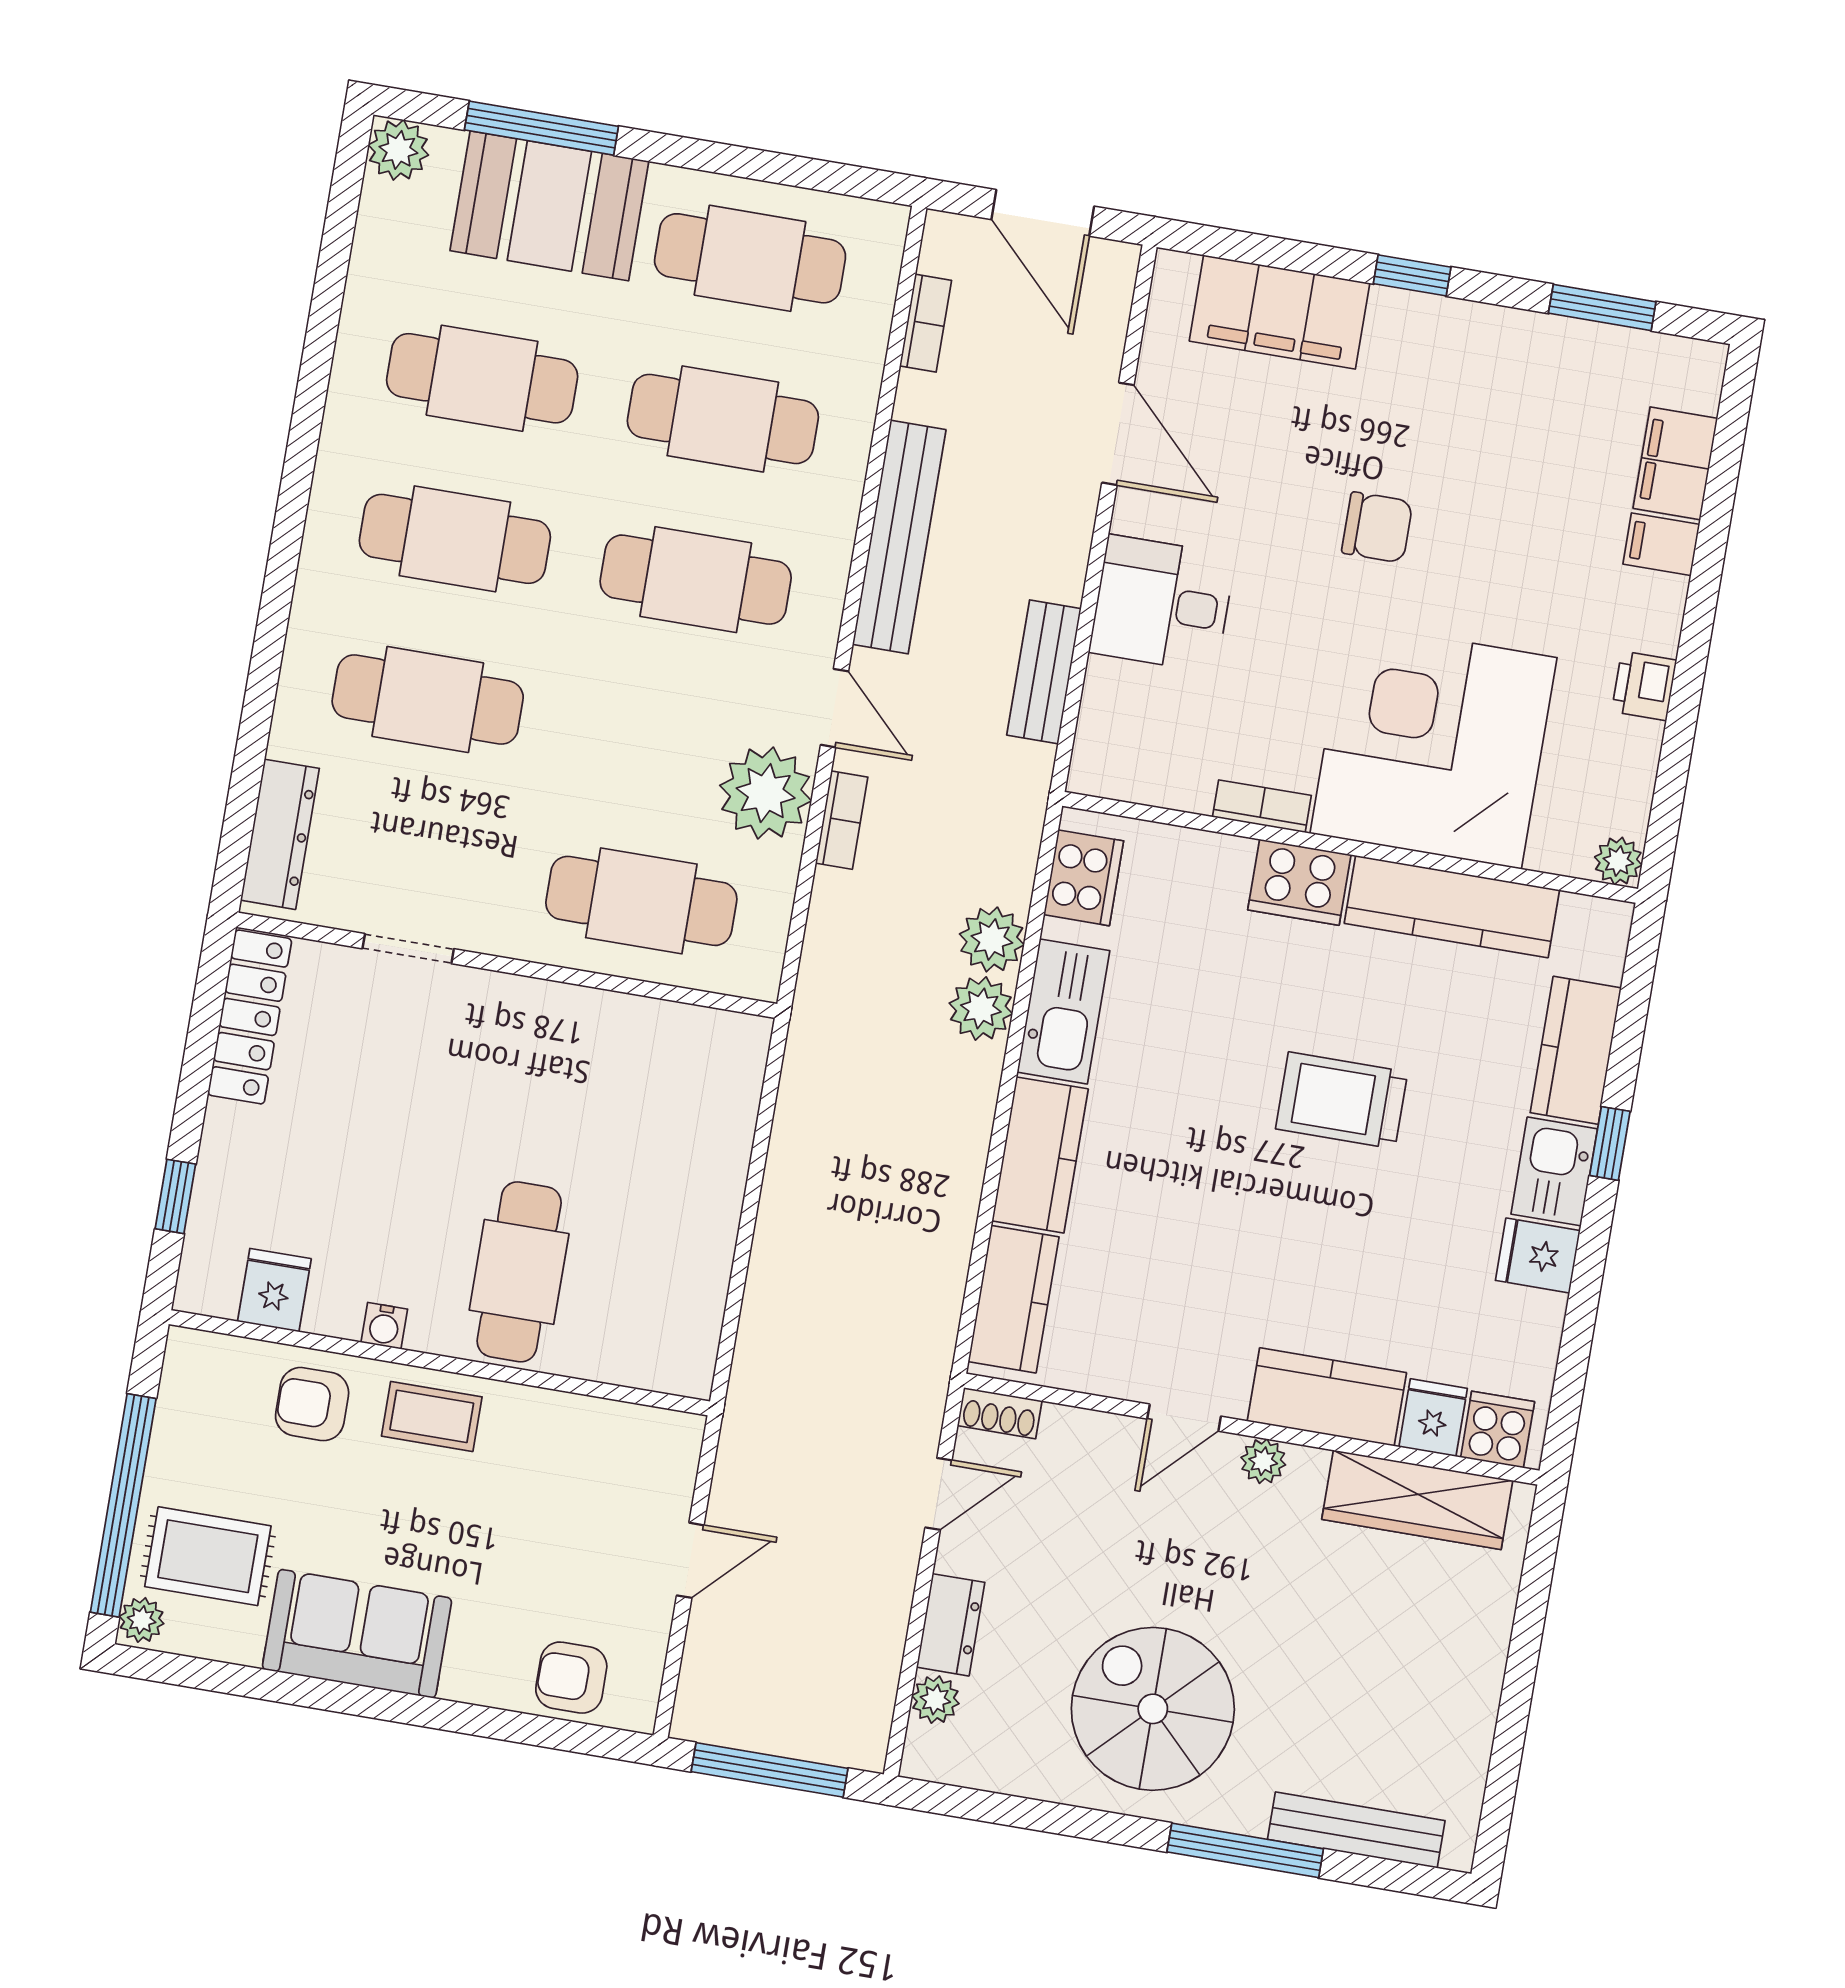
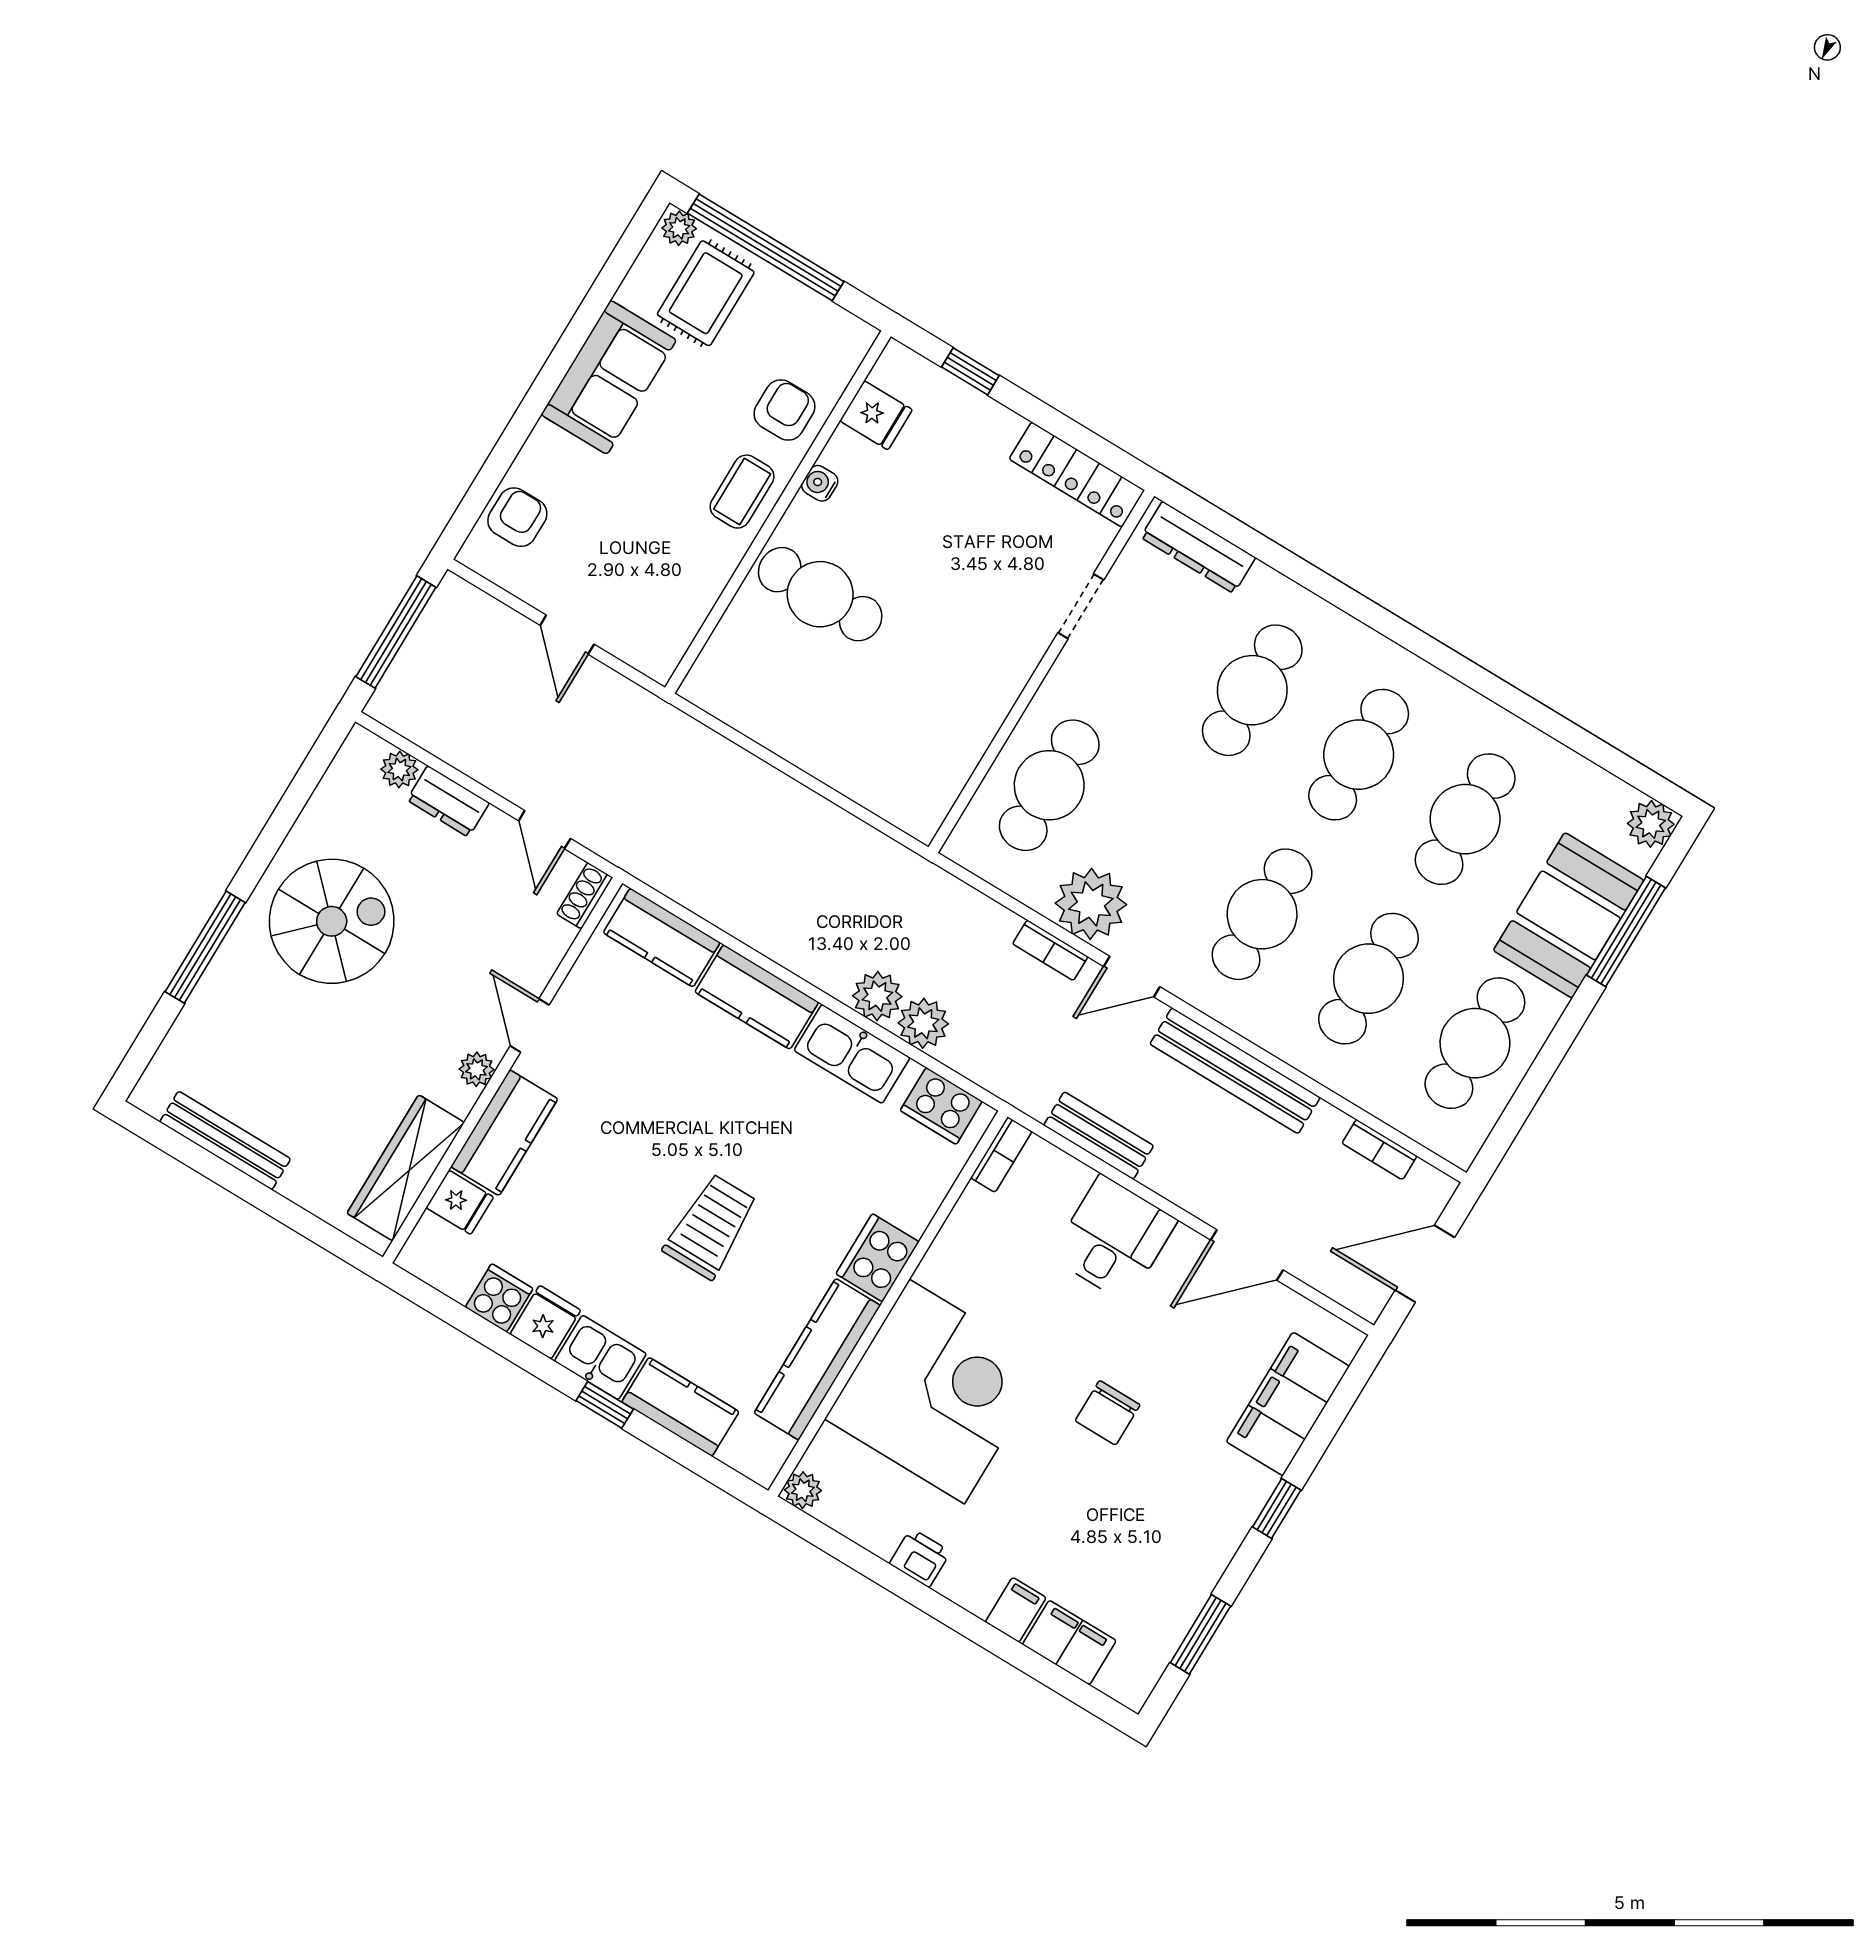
bookcase: (1262, 806) -> (1001, 1155), moved
cooker: (1498, 1429) -> (499, 1298), moved, turned -90
bench: (1356, 1830) -> (225, 1140), moved, turned 90

